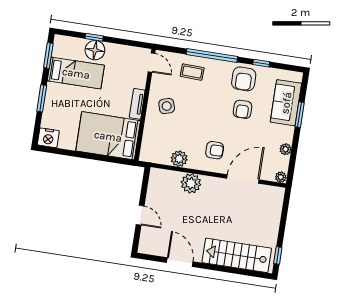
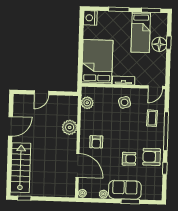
sofa: (286, 103) -> (125, 190), moved
armchair: (243, 109) -> (129, 159), turned 180
plant: (179, 159) -> (87, 103), moved

